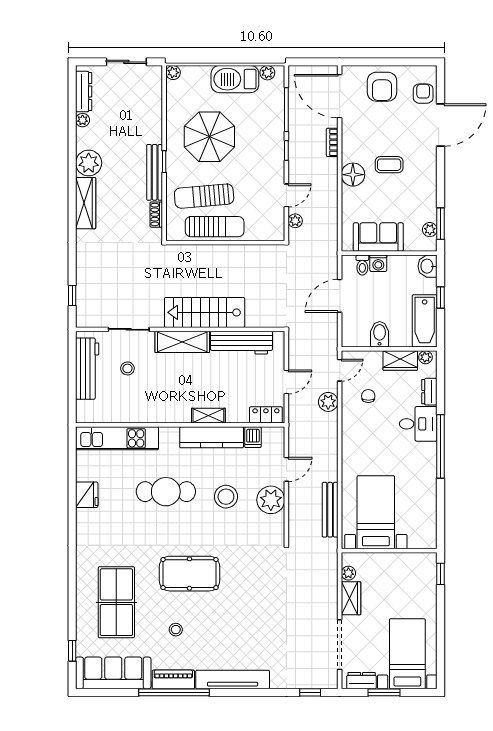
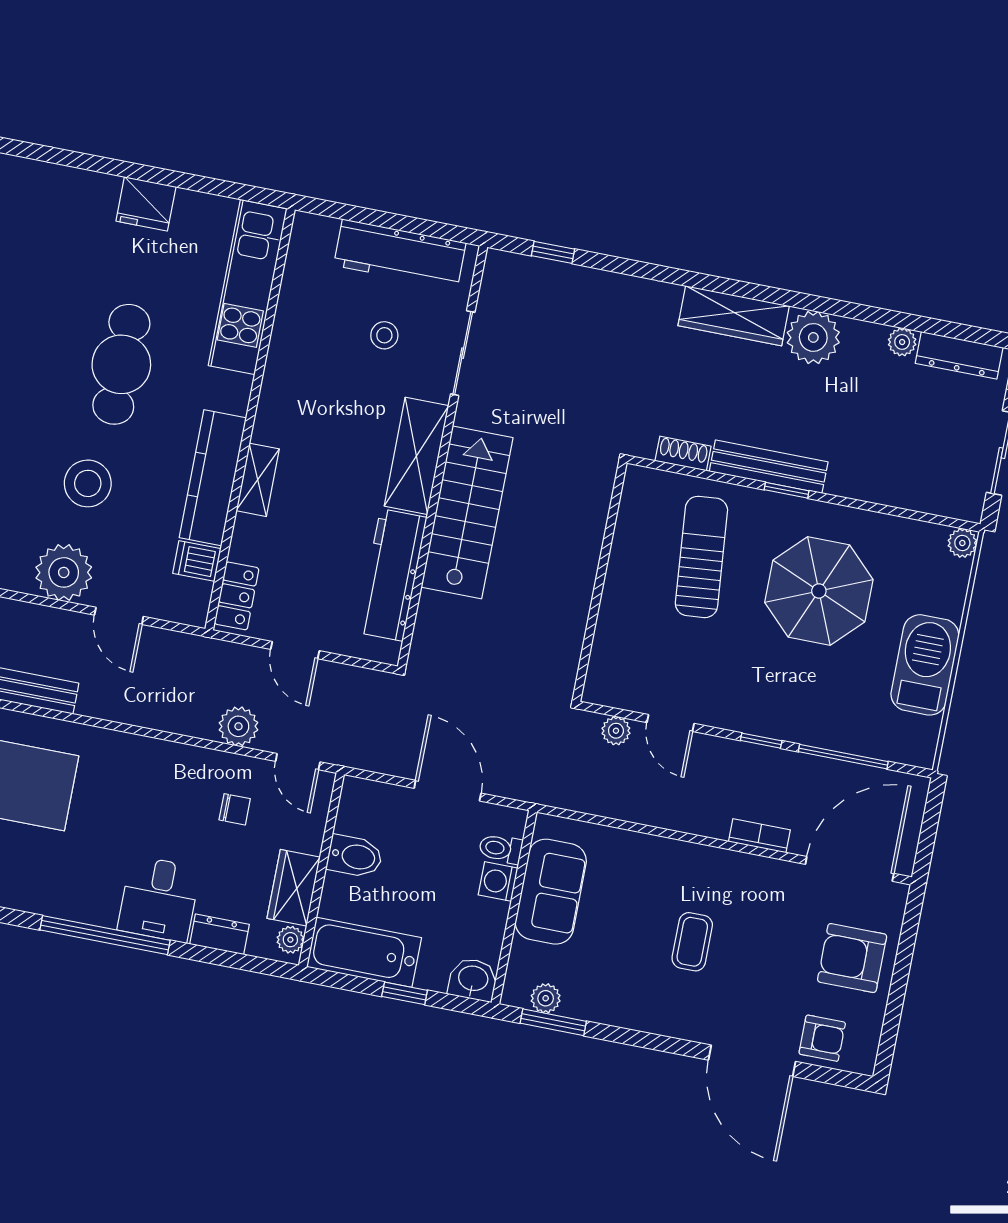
plant: (267, 73) -> (925, 733), removed
floor lamp: (353, 175) -> (687, 865), removed
sun lounger: (215, 227) -> (636, 566), removed

